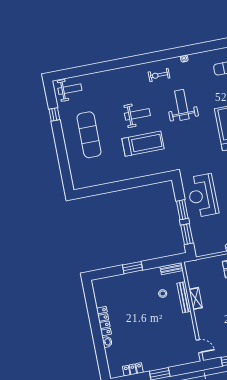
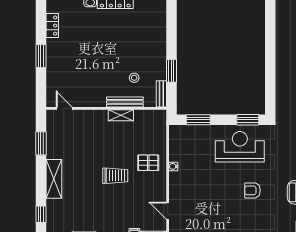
window: (182, 210) -> (248, 120), moved
window: (132, 268) -> (171, 71), moved
door: (199, 346) -> (64, 108), swing flipped

